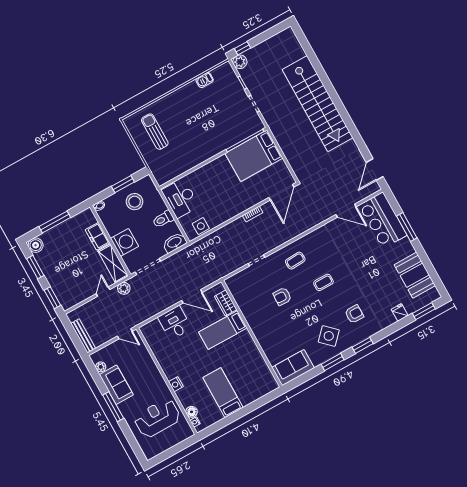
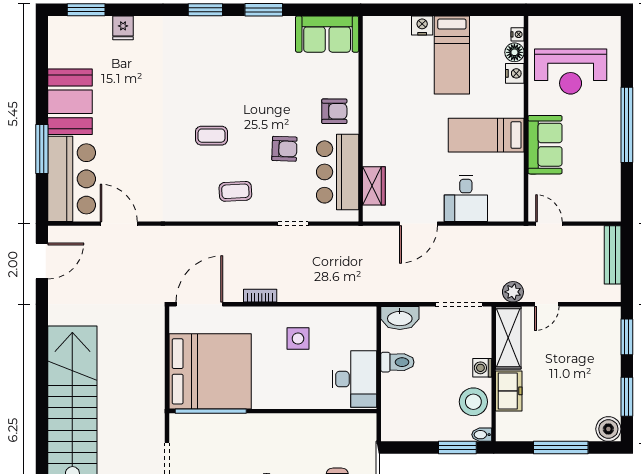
bed: (254, 156) -> (210, 371), width x1.36
window: (123, 184) -> (457, 447), moved
stool: (135, 202) -> (473, 402), moved
side table: (201, 226) -> (298, 339), moved
washing machine: (124, 242) -> (482, 368), width x0.53, depth x0.53
booth: (415, 275) -> (70, 102), moved
door: (192, 296) -> (419, 224), swing flipped
bar counter: (248, 300) -> (338, 172), added
armchair: (354, 314) -> (334, 111), moved, turned 180
bed: (223, 330) -> (486, 135), moved, turned 180
side table: (329, 336) -> (248, 52), removed
plant: (101, 367) -> (612, 194), removed
nightstand: (176, 384) -> (515, 73), moved
sofa: (116, 385) -> (545, 145), moved, turned 180
nightstand: (247, 399) -> (422, 25), added
window: (113, 407) -> (627, 125), width x1.46

